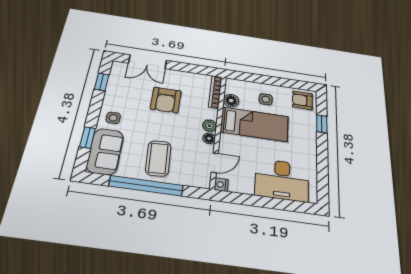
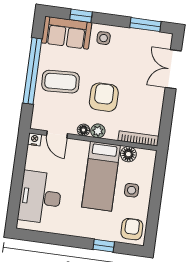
window: (102, 82) -> (145, 25), width x1.50
armchair: (166, 100) -> (104, 97), moved, turned 90

